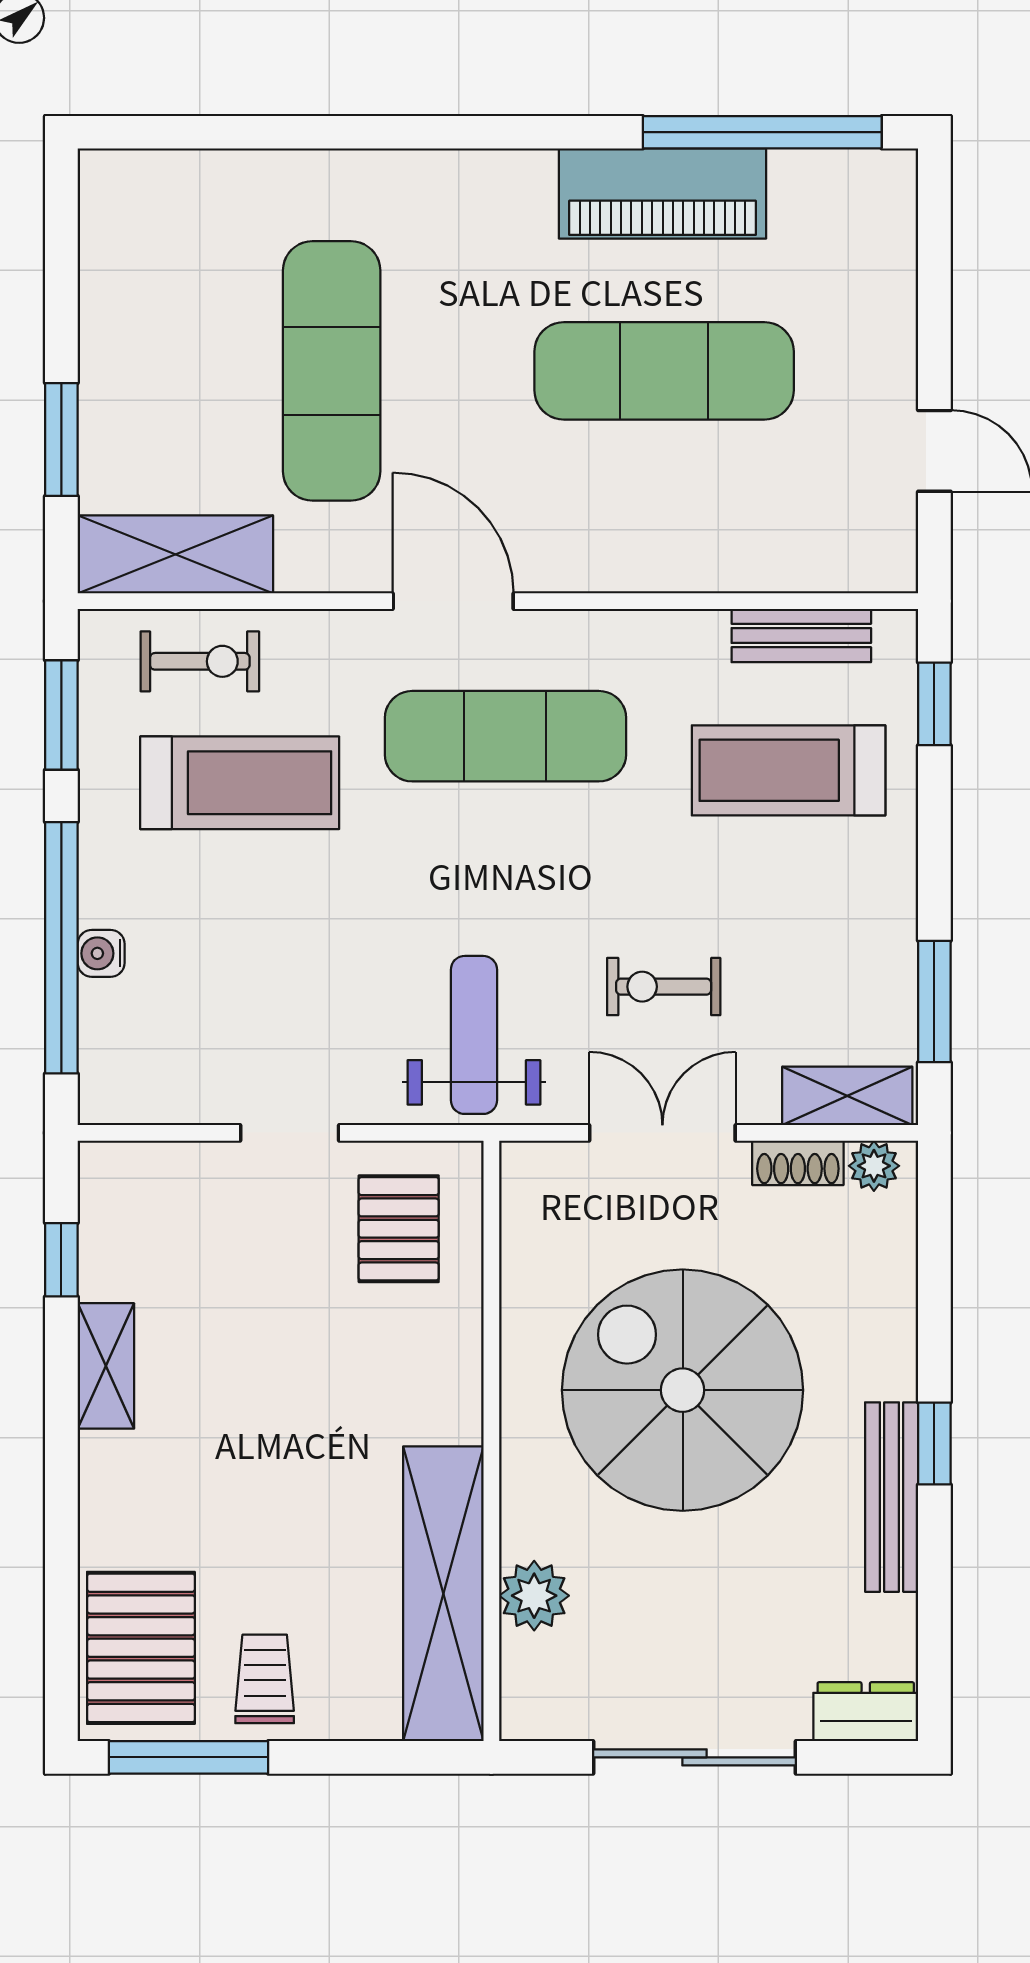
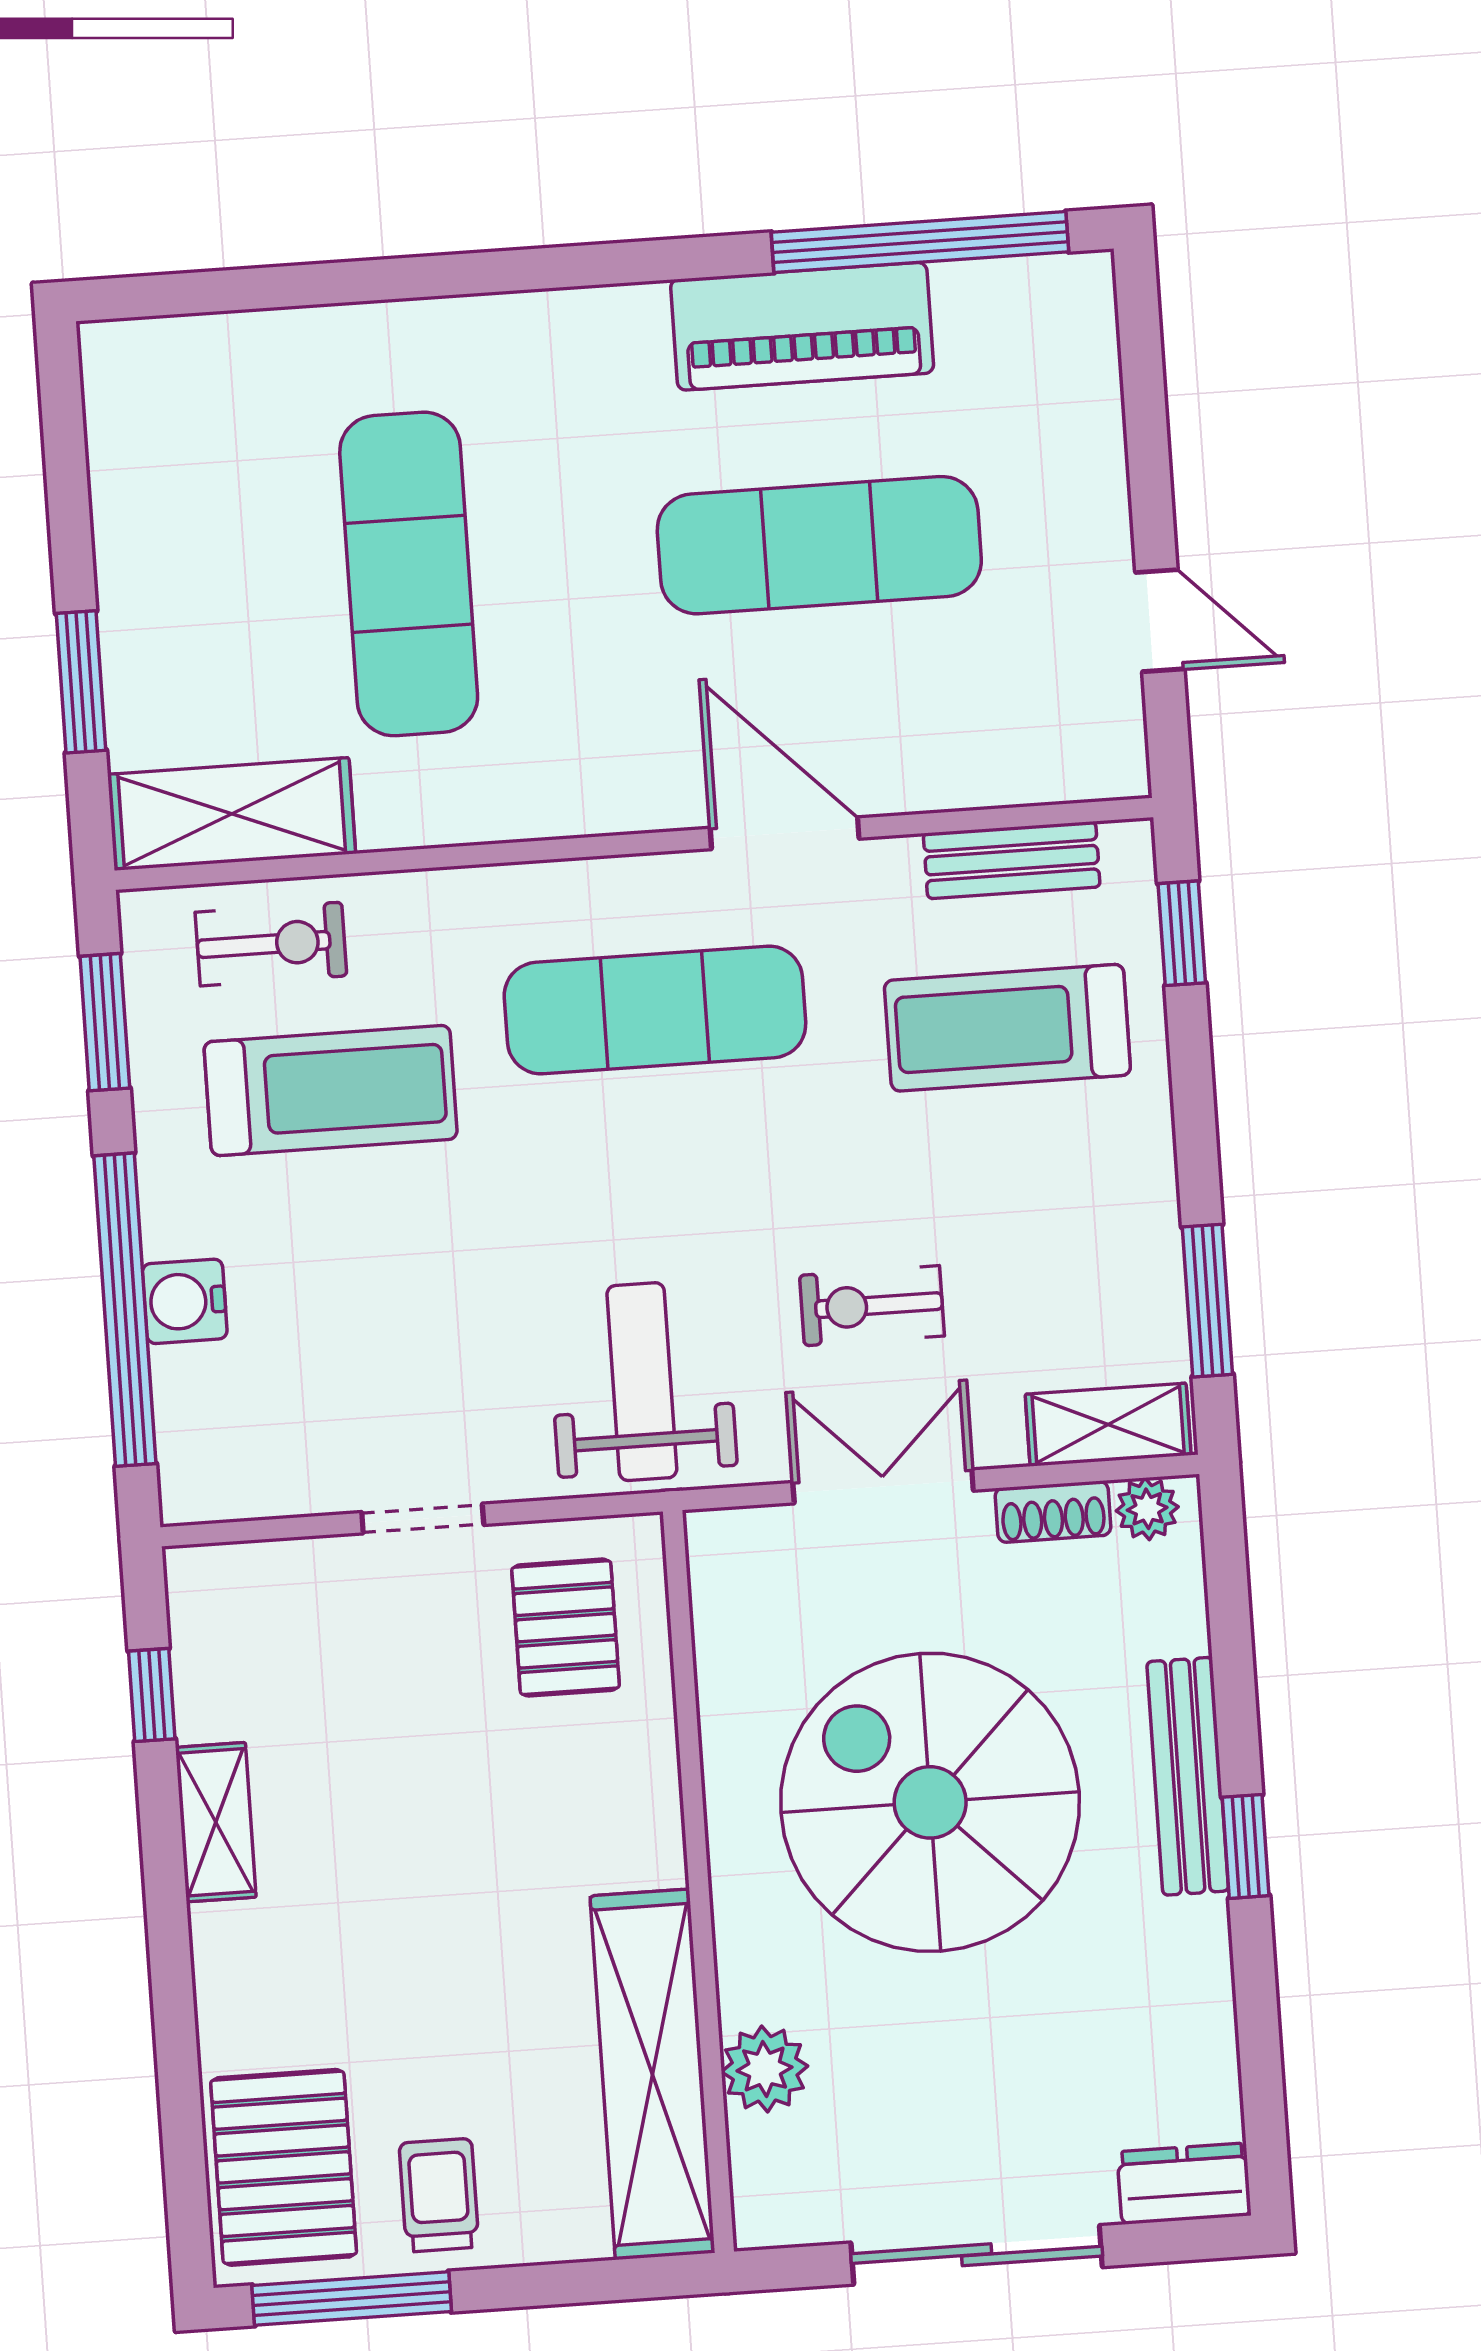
door: (453, 601) -> (785, 833), moved
water cooler: (101, 953) -> (185, 1301), width x1.38, depth x1.38
bench: (892, 1497) -> (1188, 1776), moved

